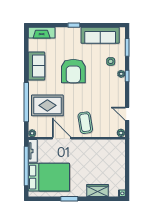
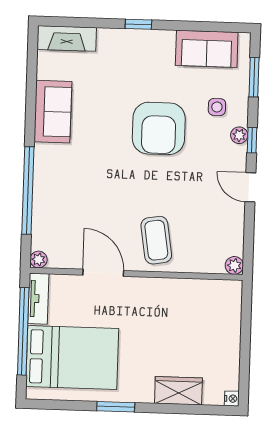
sofa: (100, 35) -> (207, 49), width x0.73
armchair: (73, 71) -> (159, 128), moved
rug: (47, 105) -> (74, 199), removed
door: (127, 114) -> (250, 187), moved

